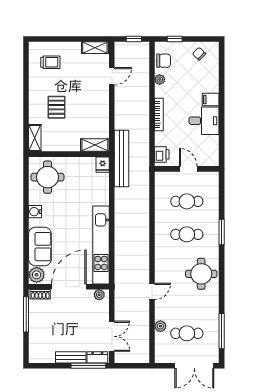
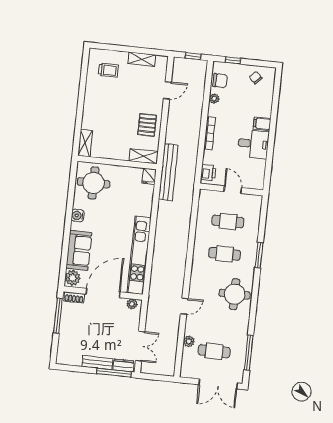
shelving: (95, 48) -> (142, 59), moved
pallet: (56, 107) -> (147, 125), moved

